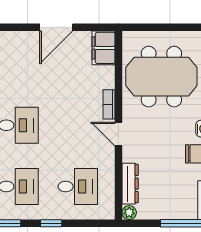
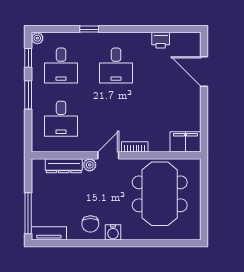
door: (56, 27) -> (204, 71), moved
plant: (129, 213) -> (90, 165), moved
window: (51, 223) -> (28, 95), width x1.50

